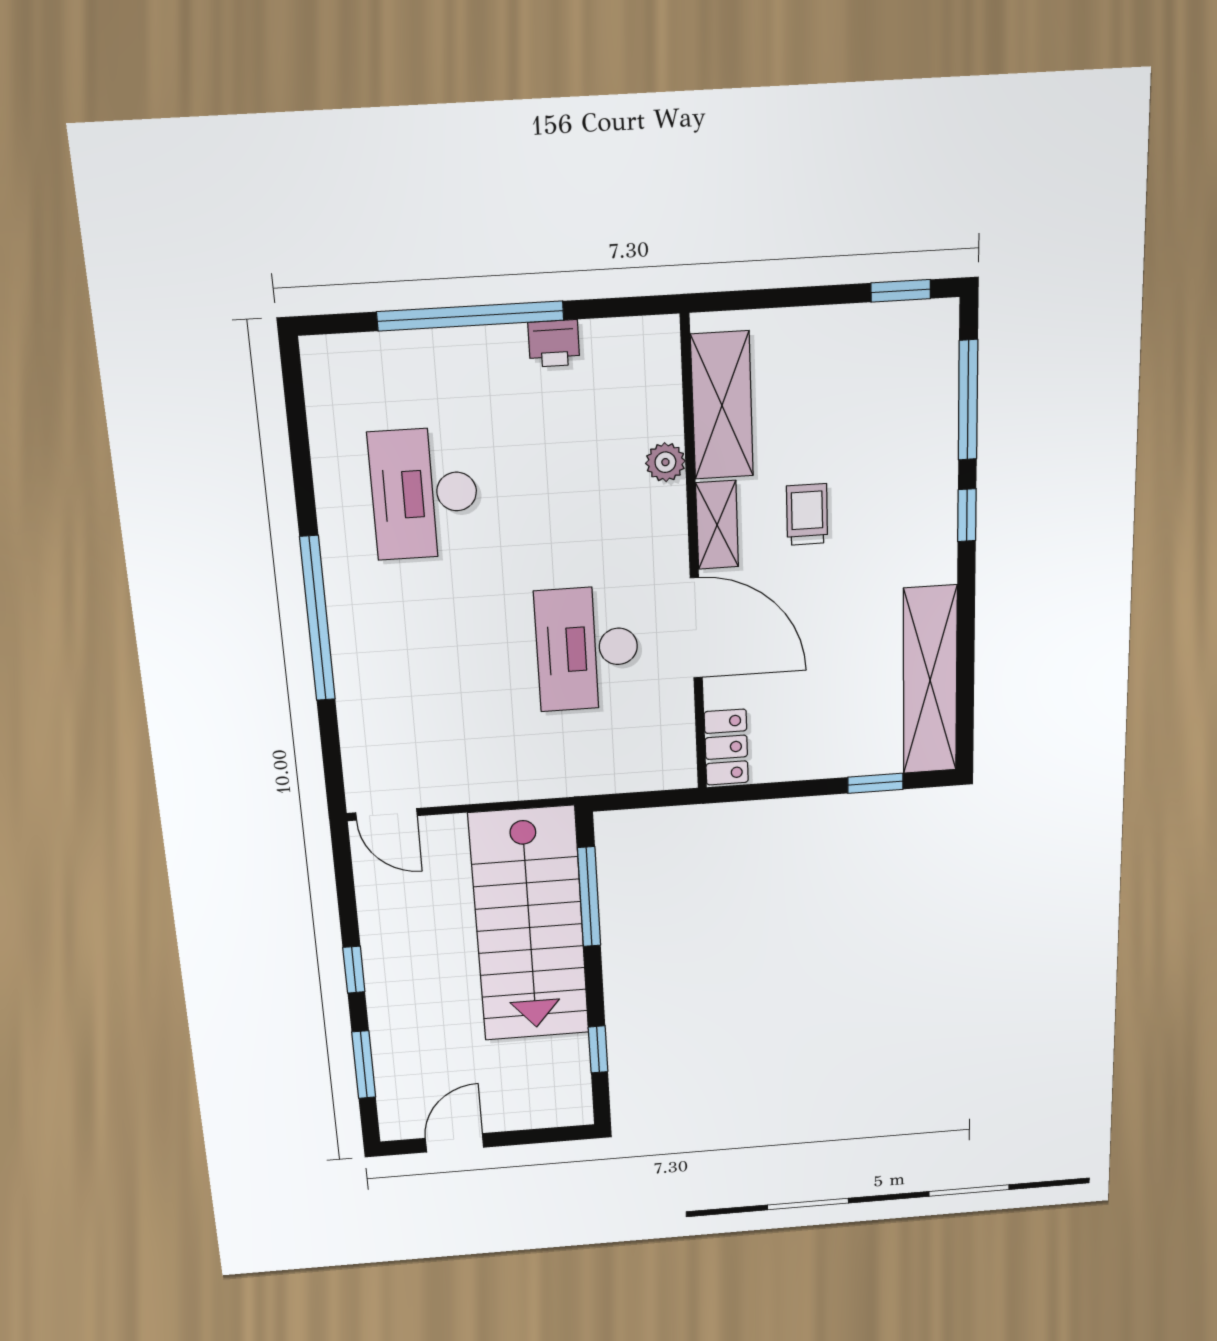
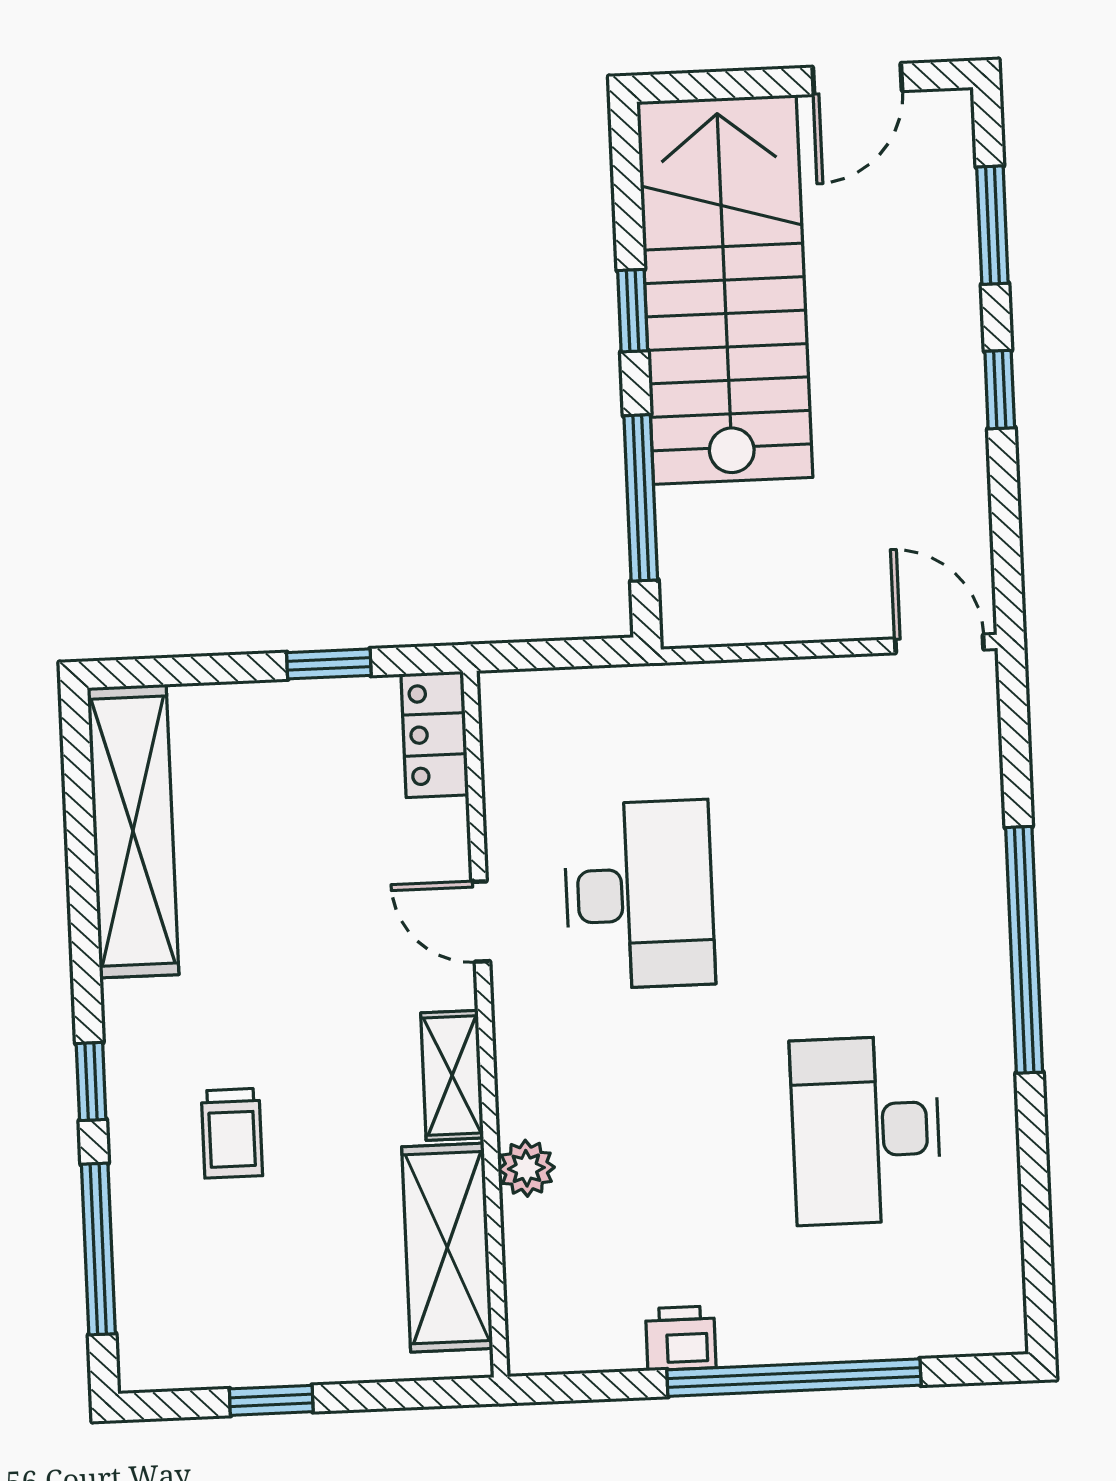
window: (901, 291) -> (271, 1400), moved
desk: (424, 493) -> (866, 1130), turned 180
trolley: (807, 514) -> (232, 1133), moved
door: (696, 628) -> (481, 921), width x0.53
window: (875, 783) -> (329, 664), moved
stairs: (529, 925) -> (725, 290), moved
window: (598, 1049) -> (633, 311), moved

